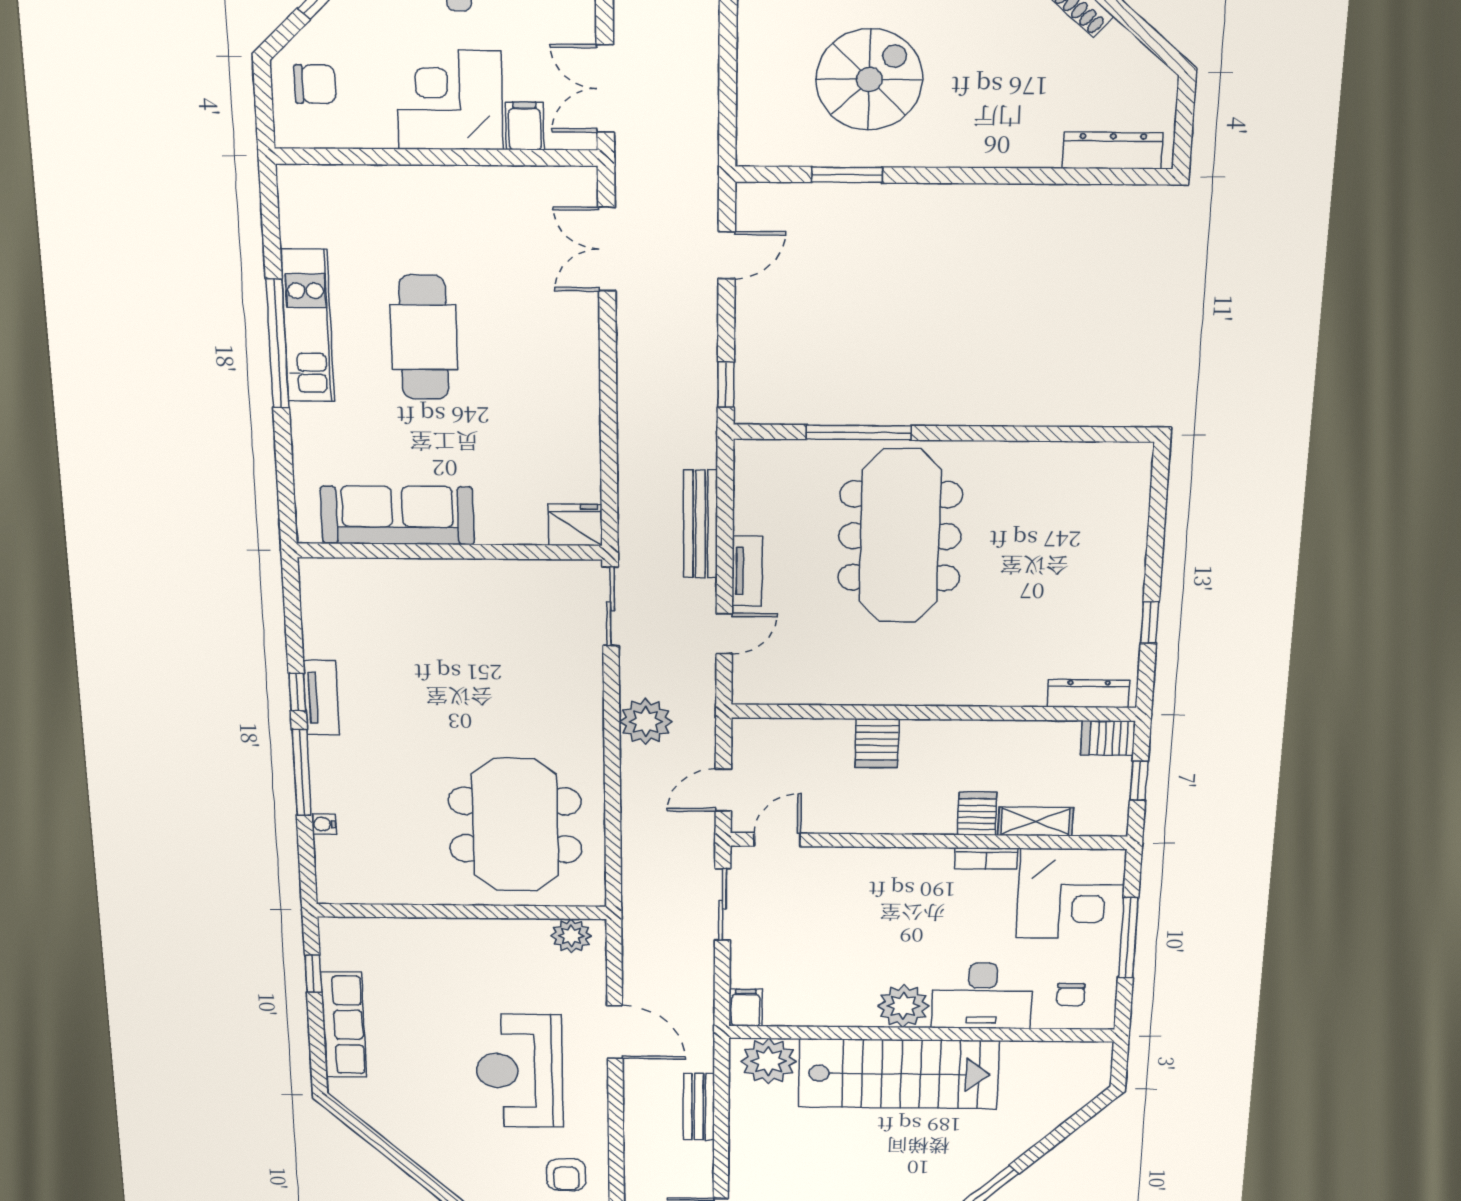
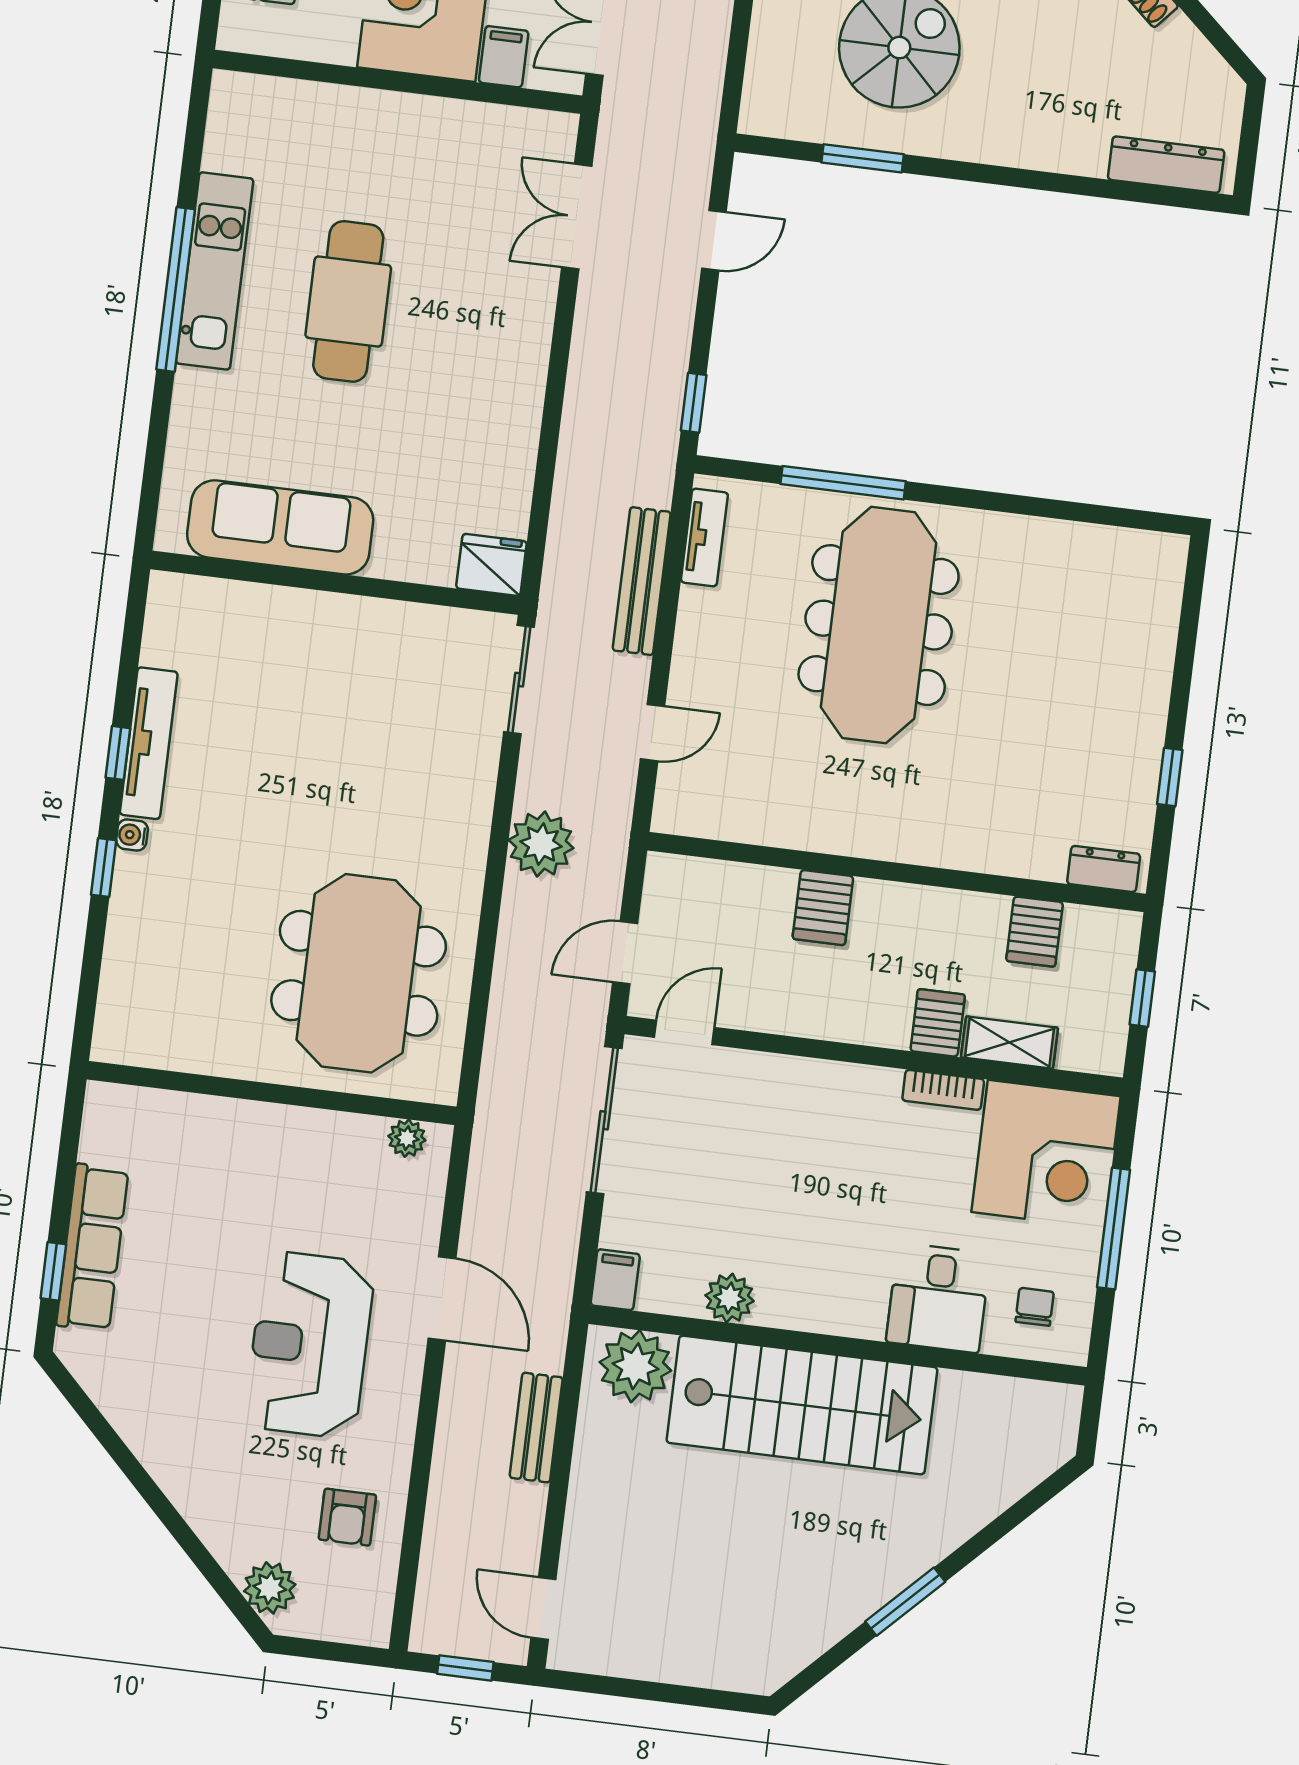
tv unit: (747, 571) -> (704, 538), moved
dresser: (1088, 694) -> (1104, 869), width x0.70
tv unit: (321, 698) -> (149, 743), width x1.41
server rack: (1108, 738) -> (1035, 932), moved, turned -90
window: (302, 773) -> (104, 867), width x0.46
water cooler: (324, 824) -> (132, 835), moved
sliding door: (723, 905) -> (604, 1120), width x1.37
plant: (571, 936) -> (407, 1138), width x0.73, depth x0.73
window: (313, 974) -> (53, 1271), moved
chair: (1071, 995) -> (1035, 1307), turned 180
desk: (982, 996) -> (938, 1298), width x0.73
plant: (903, 1006) -> (729, 1298), moved, width x0.73, depth x0.73

